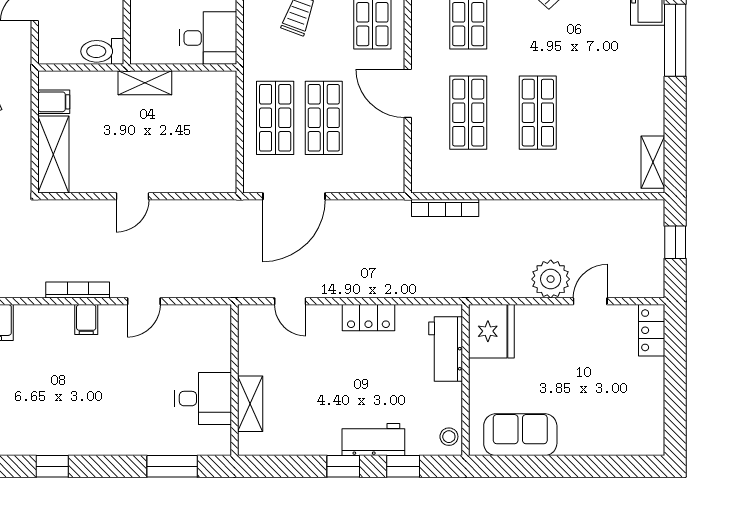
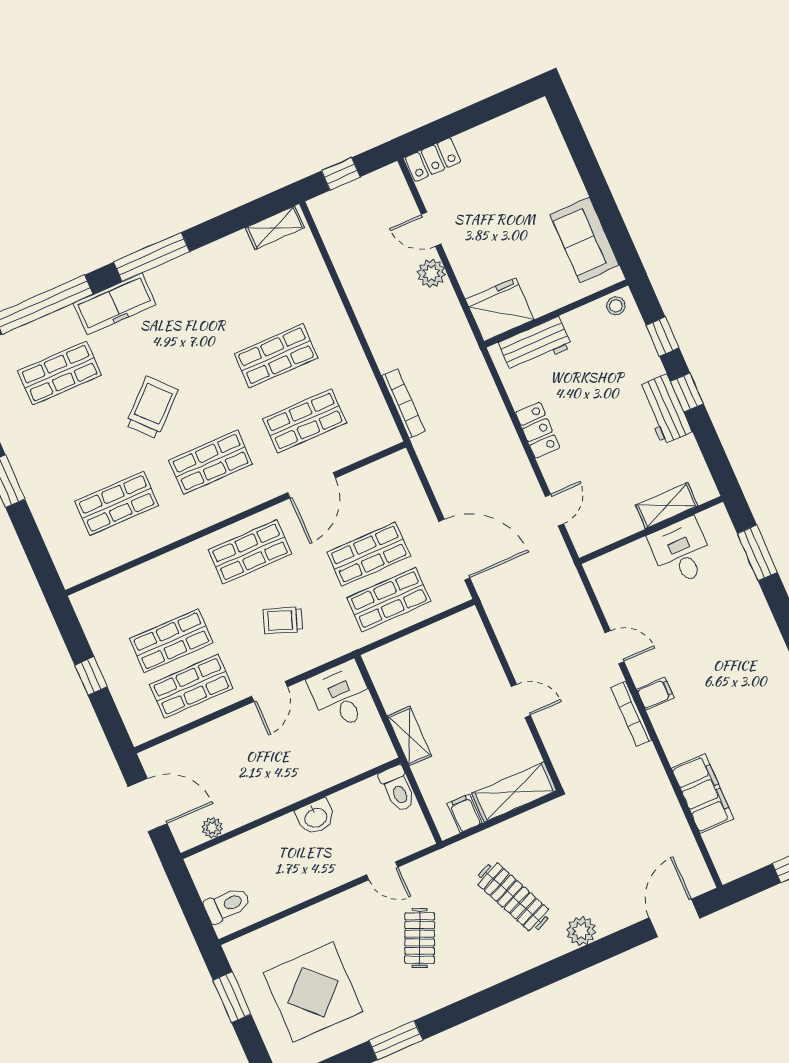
plant: (551, 279) -> (431, 273), width x0.73, depth x0.73
workbench: (373, 440) -> (664, 409), moved

